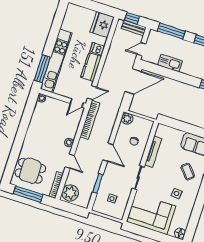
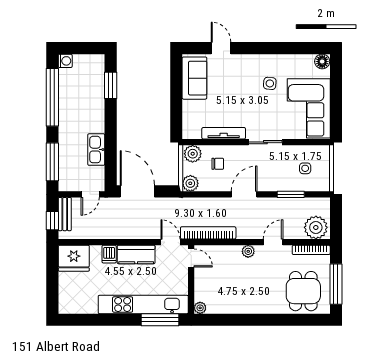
door: (141, 49) -> (90, 194), hinge flipped
plant: (146, 127) -> (193, 154), added
coffee table: (188, 172) -> (235, 78), removed

